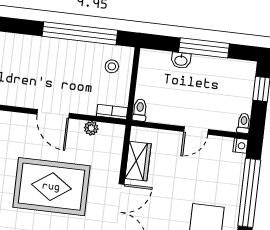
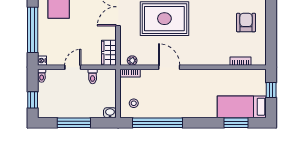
washbasin: (181, 60) -> (110, 113), moved
toilet: (140, 110) -> (93, 76), moved
plant: (91, 128) -> (132, 61), moved
wardrobe: (138, 161) -> (109, 53), moved

